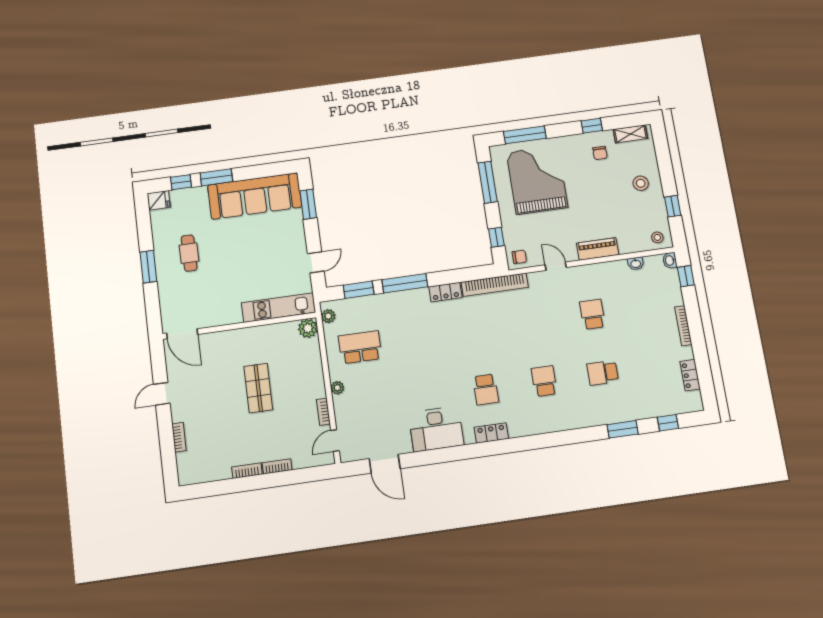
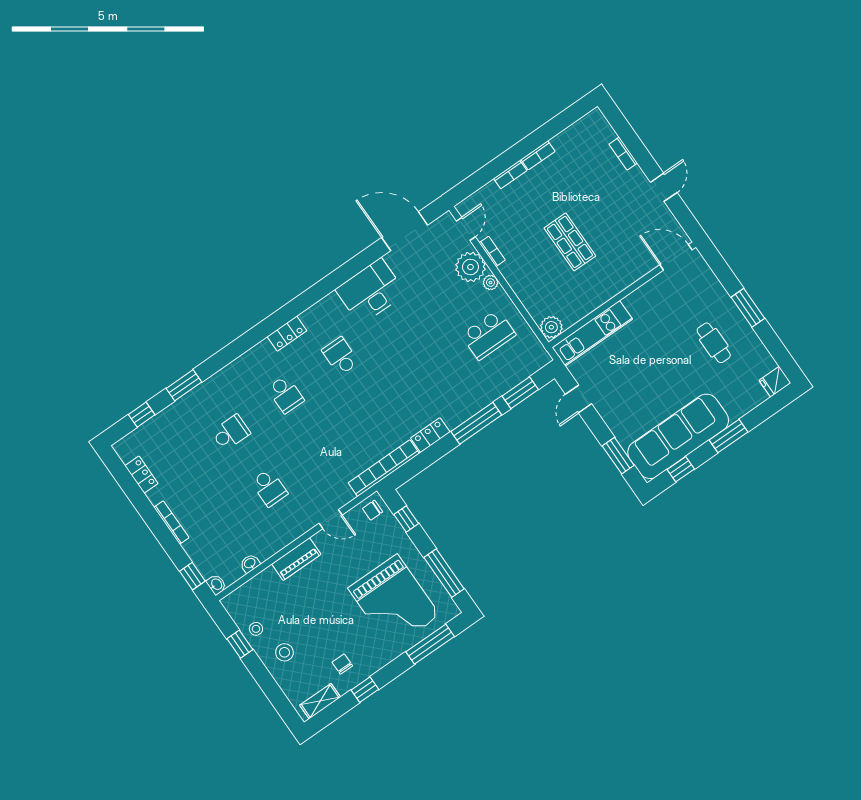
window: (181, 182) -> (681, 469), moved
stool: (657, 237) -> (256, 629), moved
plant: (328, 316) -> (470, 267), moved, width x1.88, depth x1.88
locker: (491, 433) -> (287, 334), moved
door: (385, 464) -> (405, 231), width x1.36

